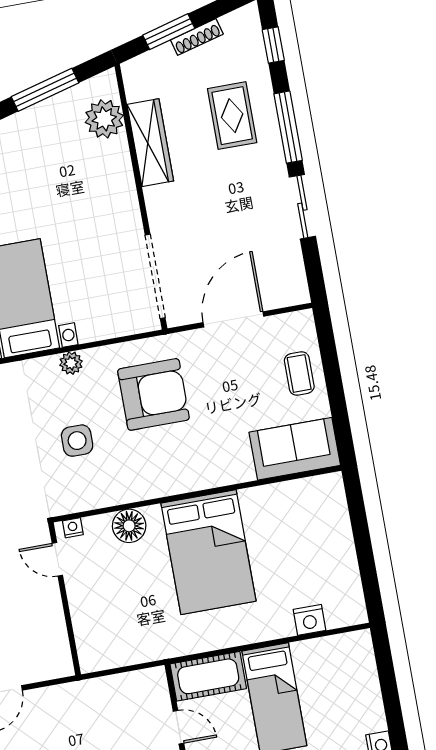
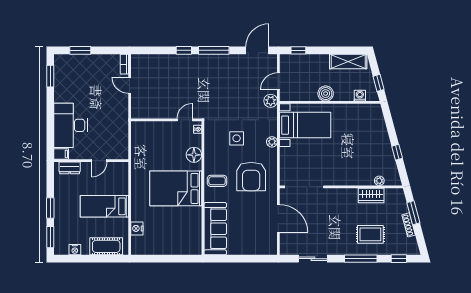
window: (45, 90) -> (397, 152), width x0.46
plant: (104, 119) -> (379, 181), width x0.53, depth x0.53
wardrobe: (150, 143) -> (371, 195), width x0.67
sliding door: (302, 207) -> (313, 259), moved
coffee table: (299, 373) -> (217, 181), moved
sofa: (295, 449) -> (215, 229), width x1.36
cot: (208, 676) -> (106, 246), moved, turned 90

